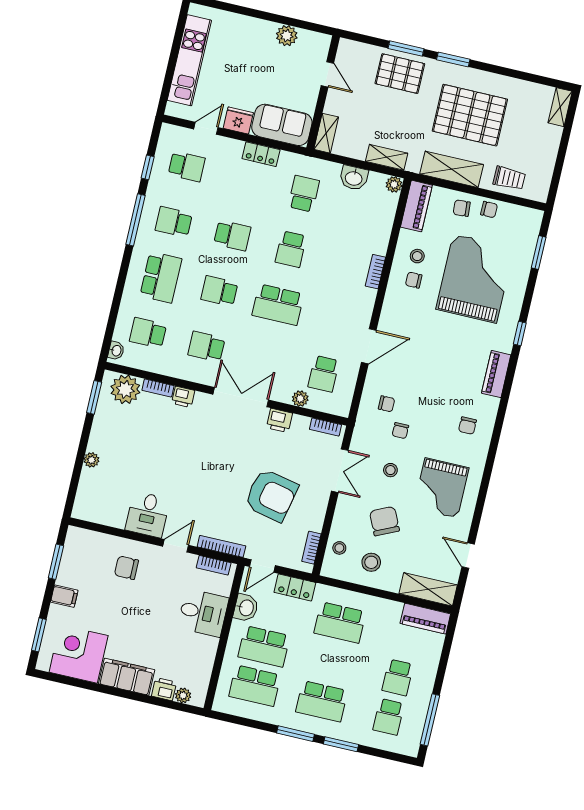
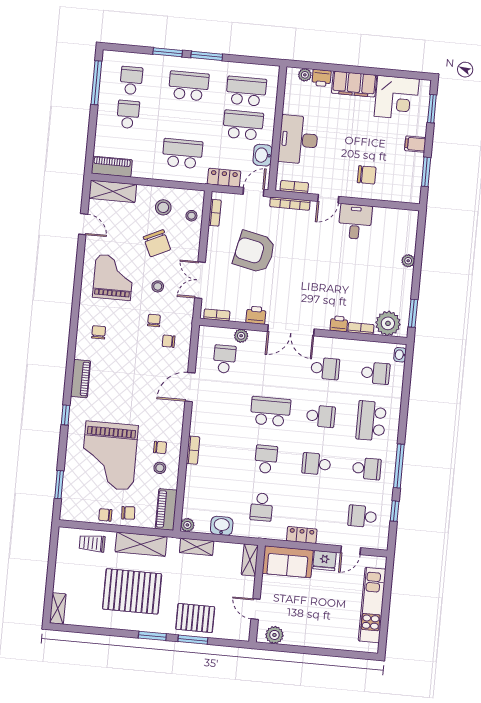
plant: (287, 36) -> (274, 635), moved
desk: (203, 613) -> (298, 140), width x1.37

